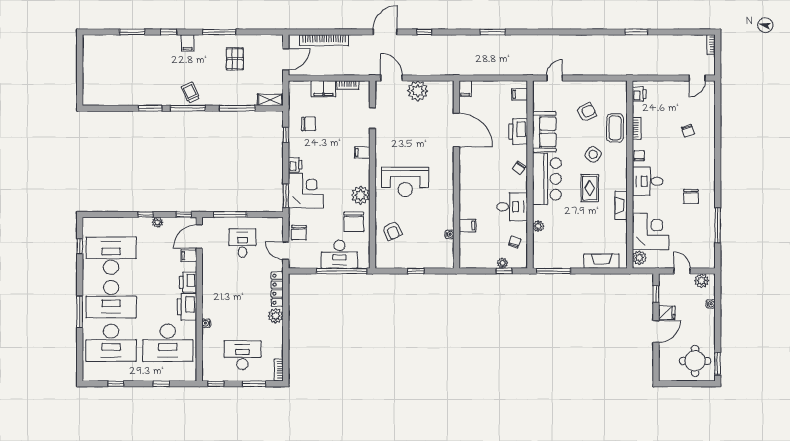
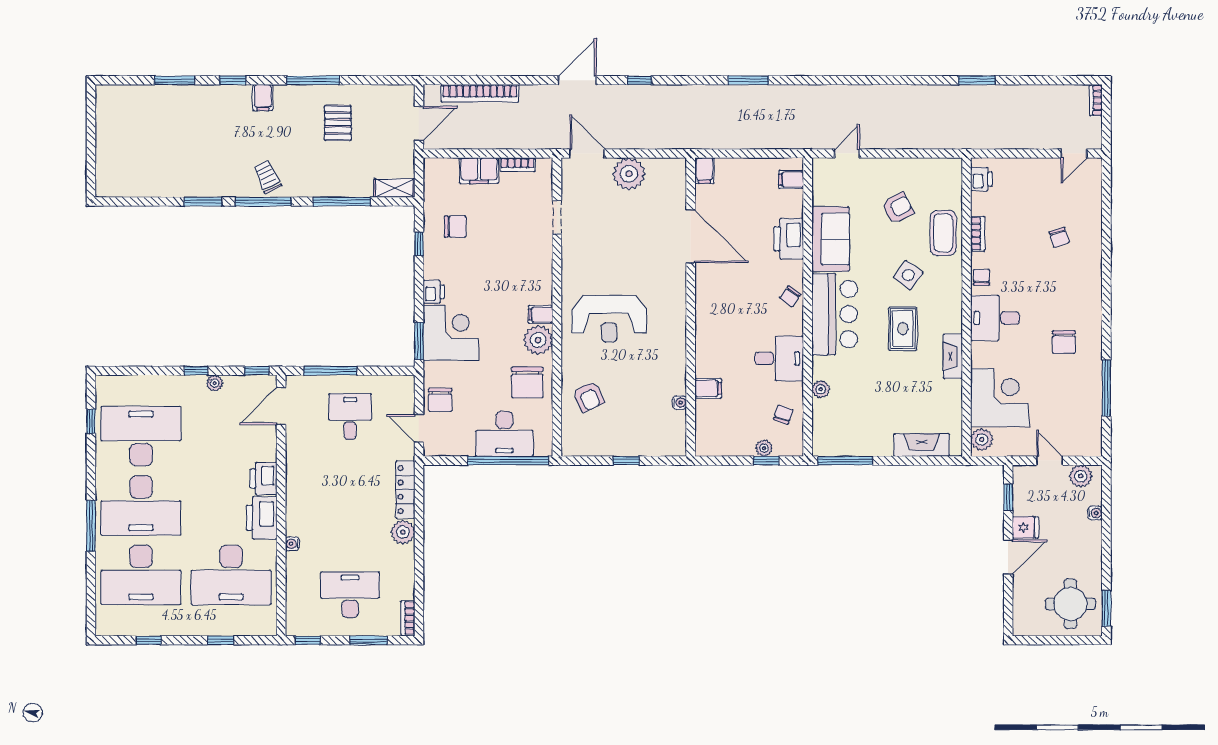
filing cabinet: (362, 153) -> (541, 315), moved
filing cabinet: (189, 256) -> (265, 436), removed

